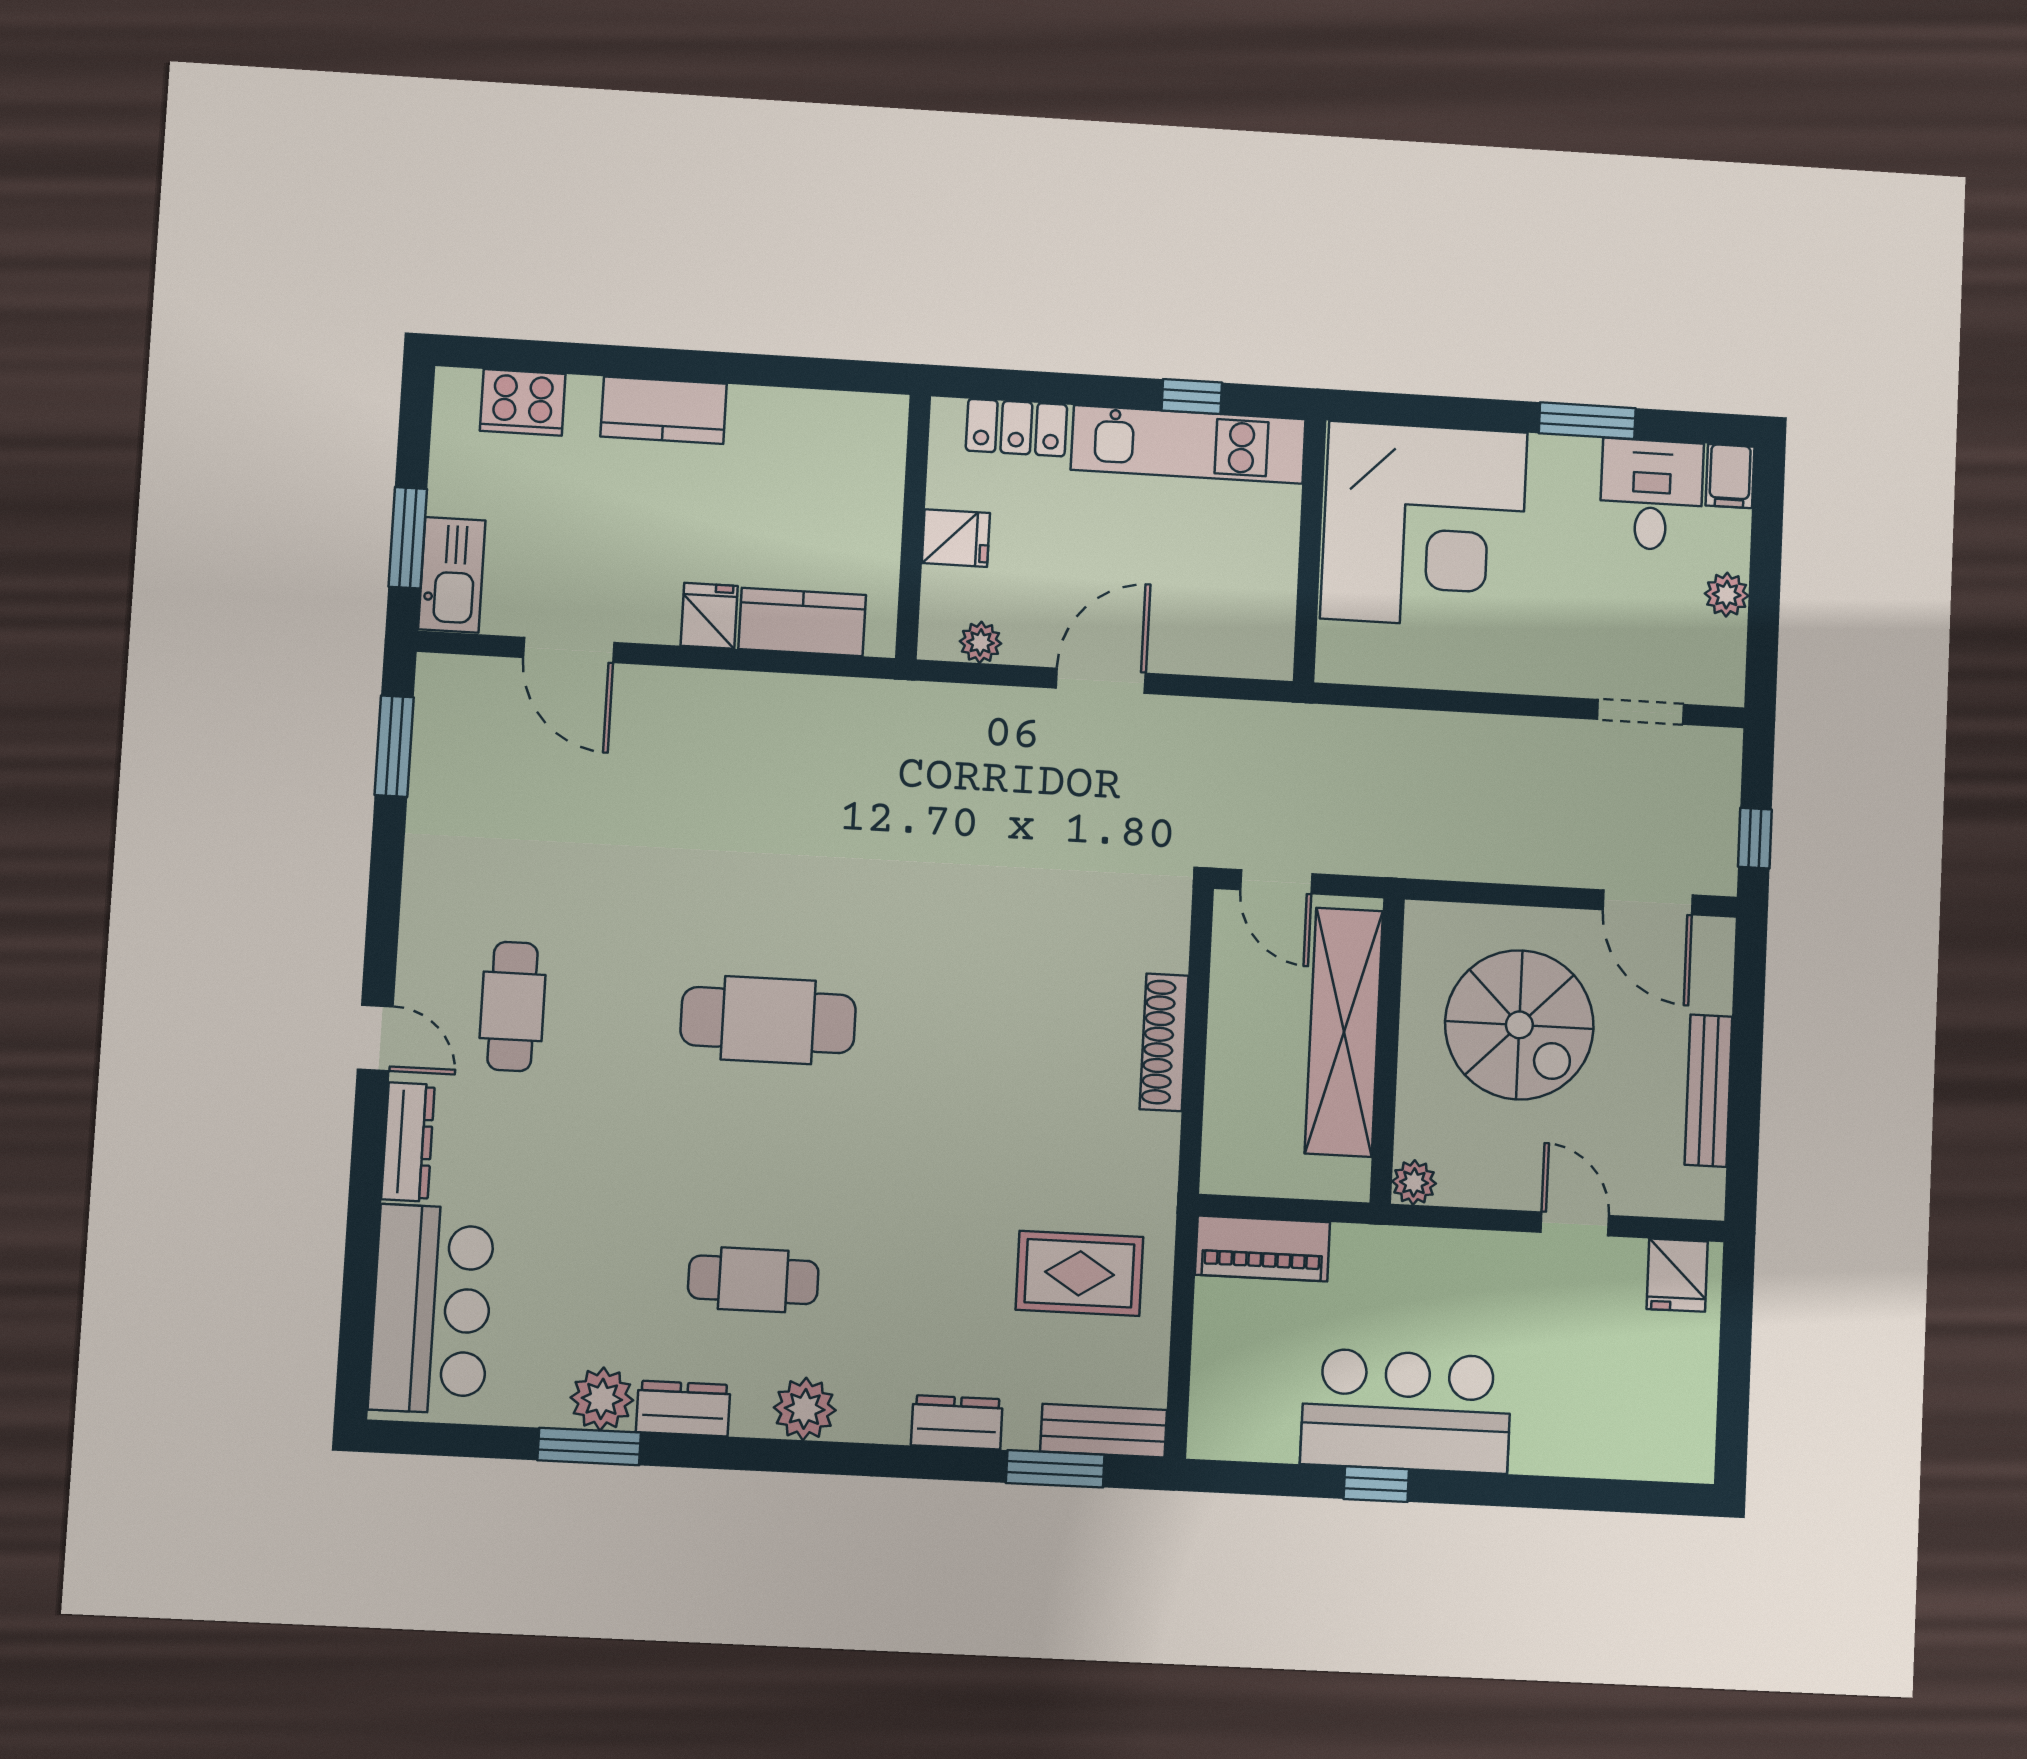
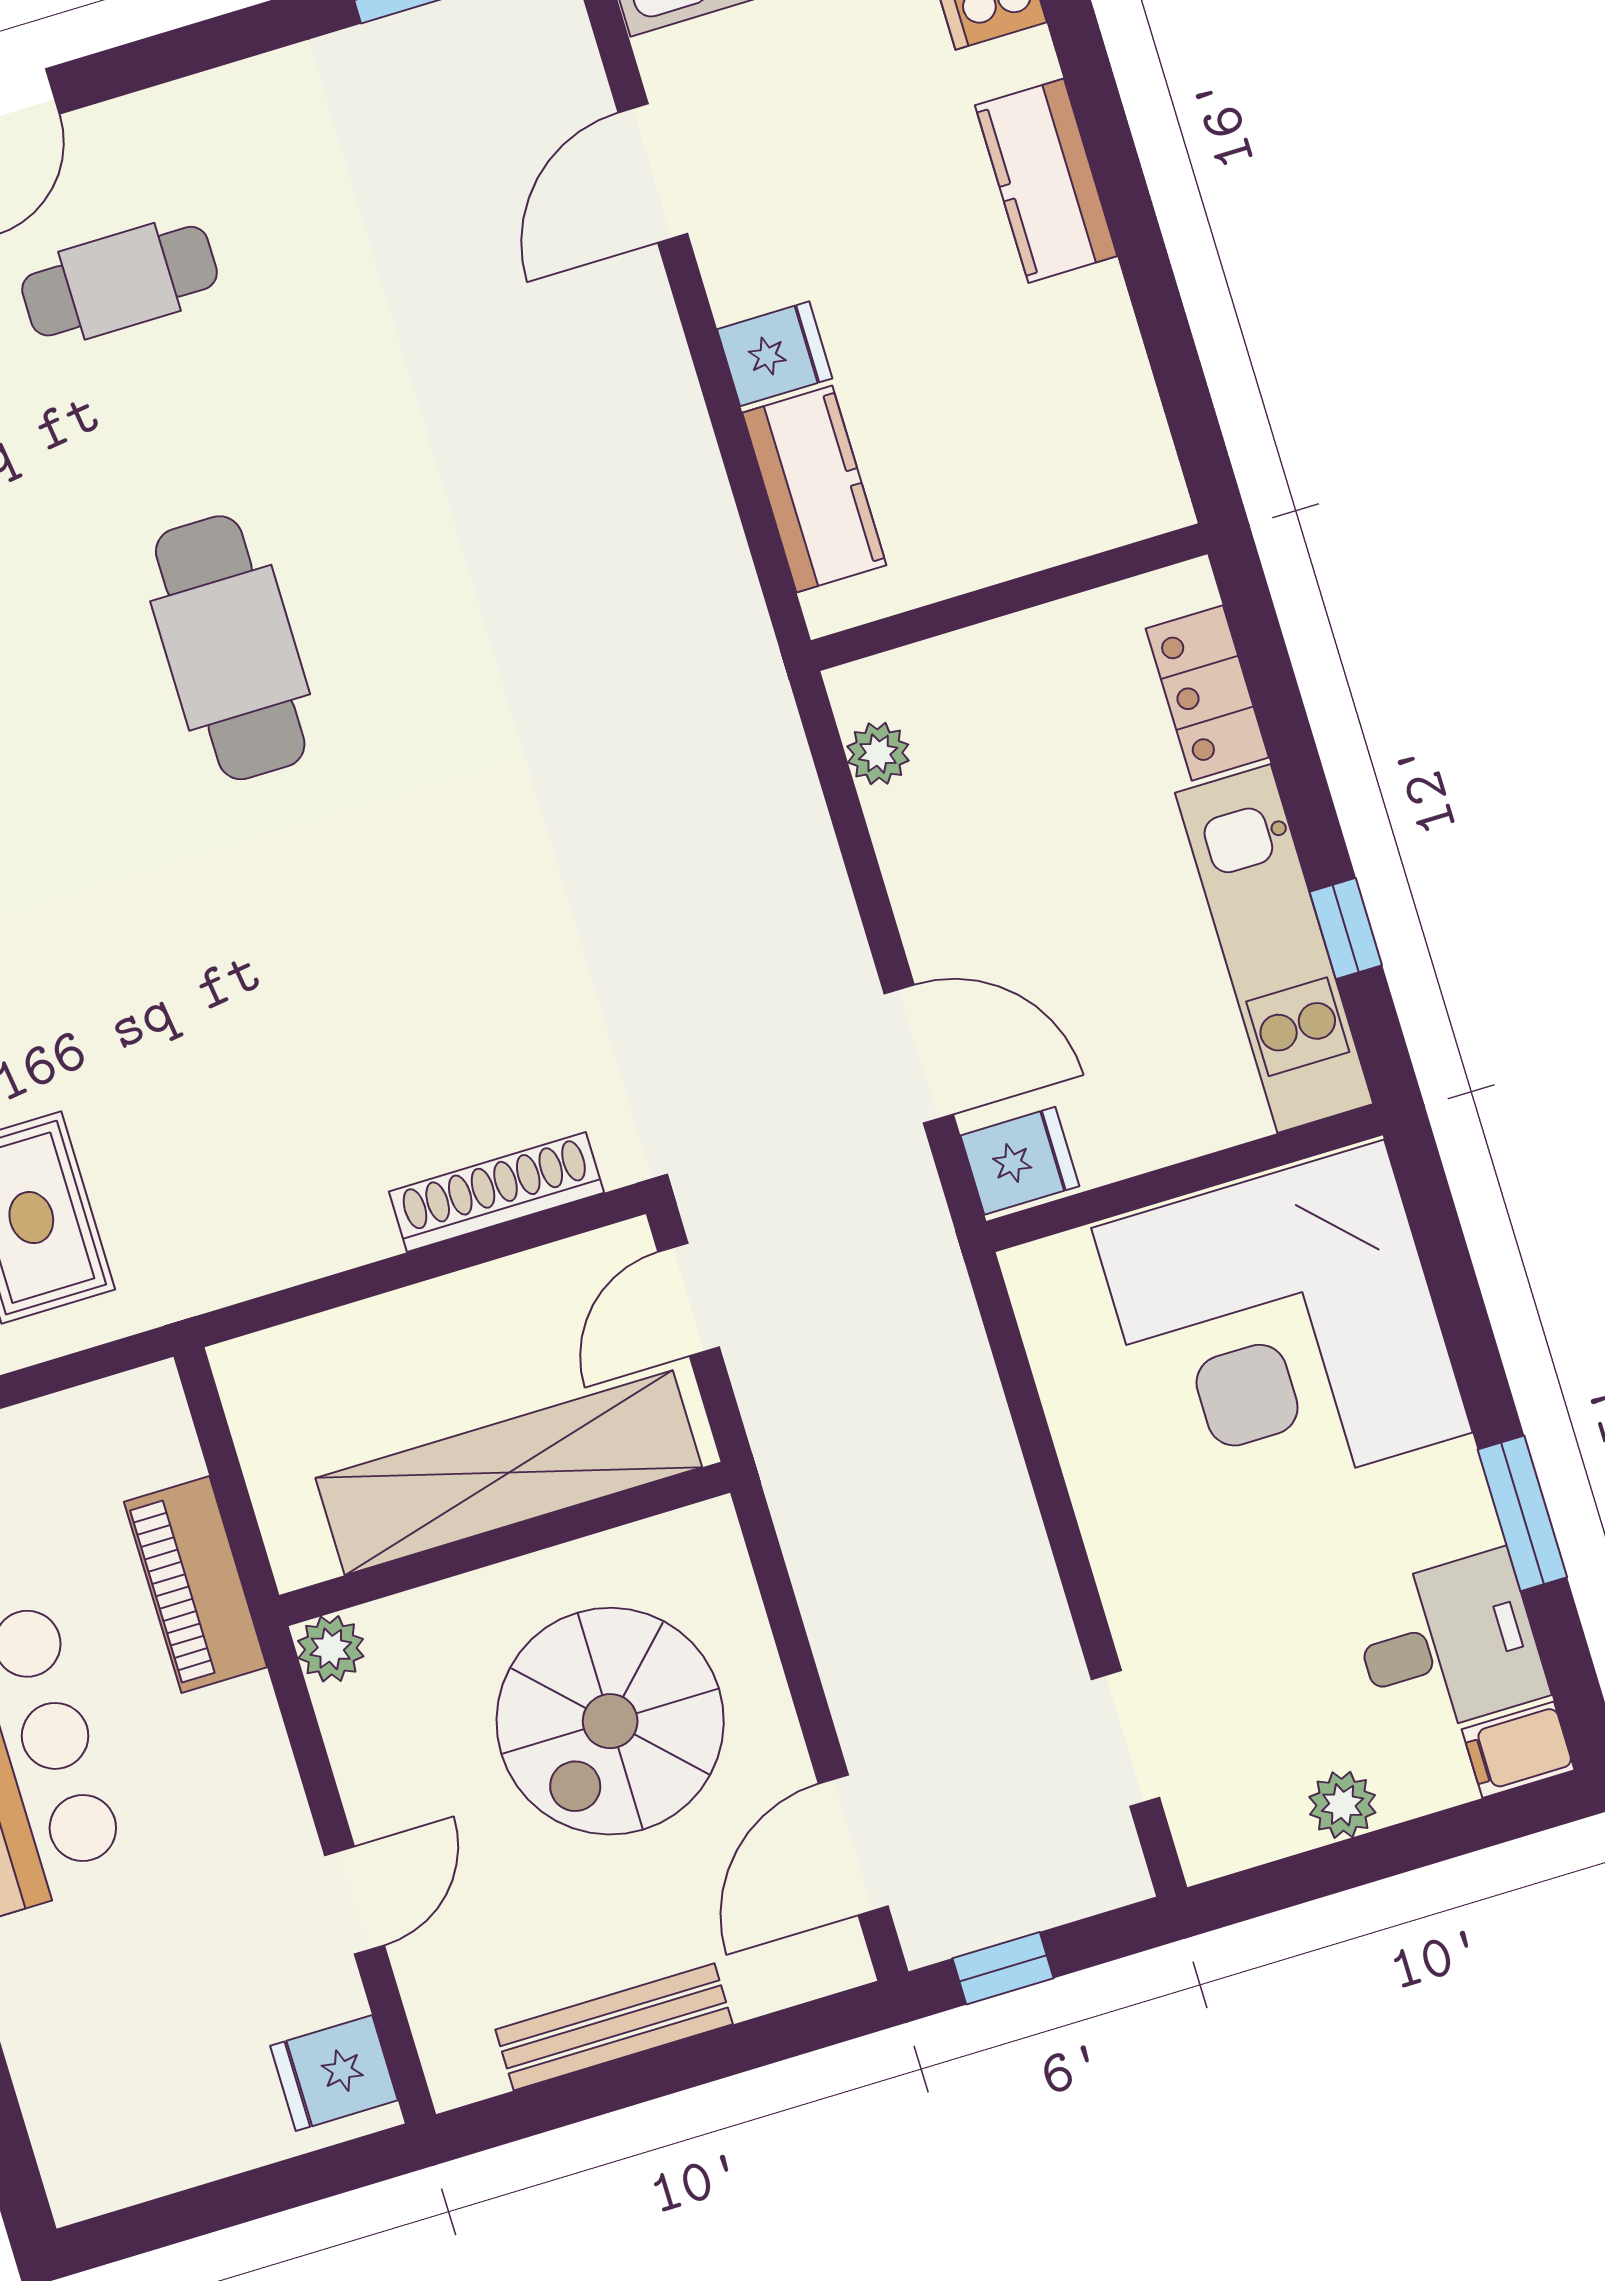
fridge: (956, 538) -> (1020, 1161), moved, turned -90
door: (1101, 681) -> (919, 1054), moved
shoe rack: (1164, 1042) -> (496, 1192), moved
piano: (1262, 1248) -> (196, 1585), moved

